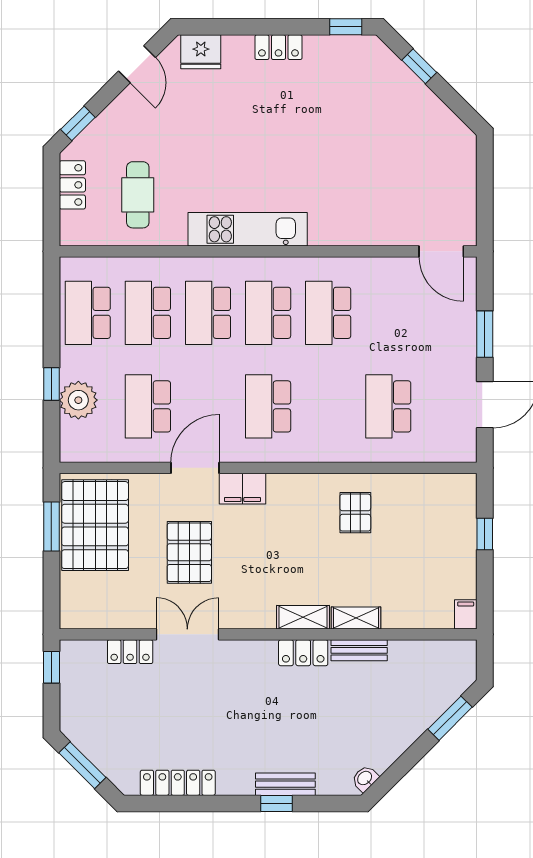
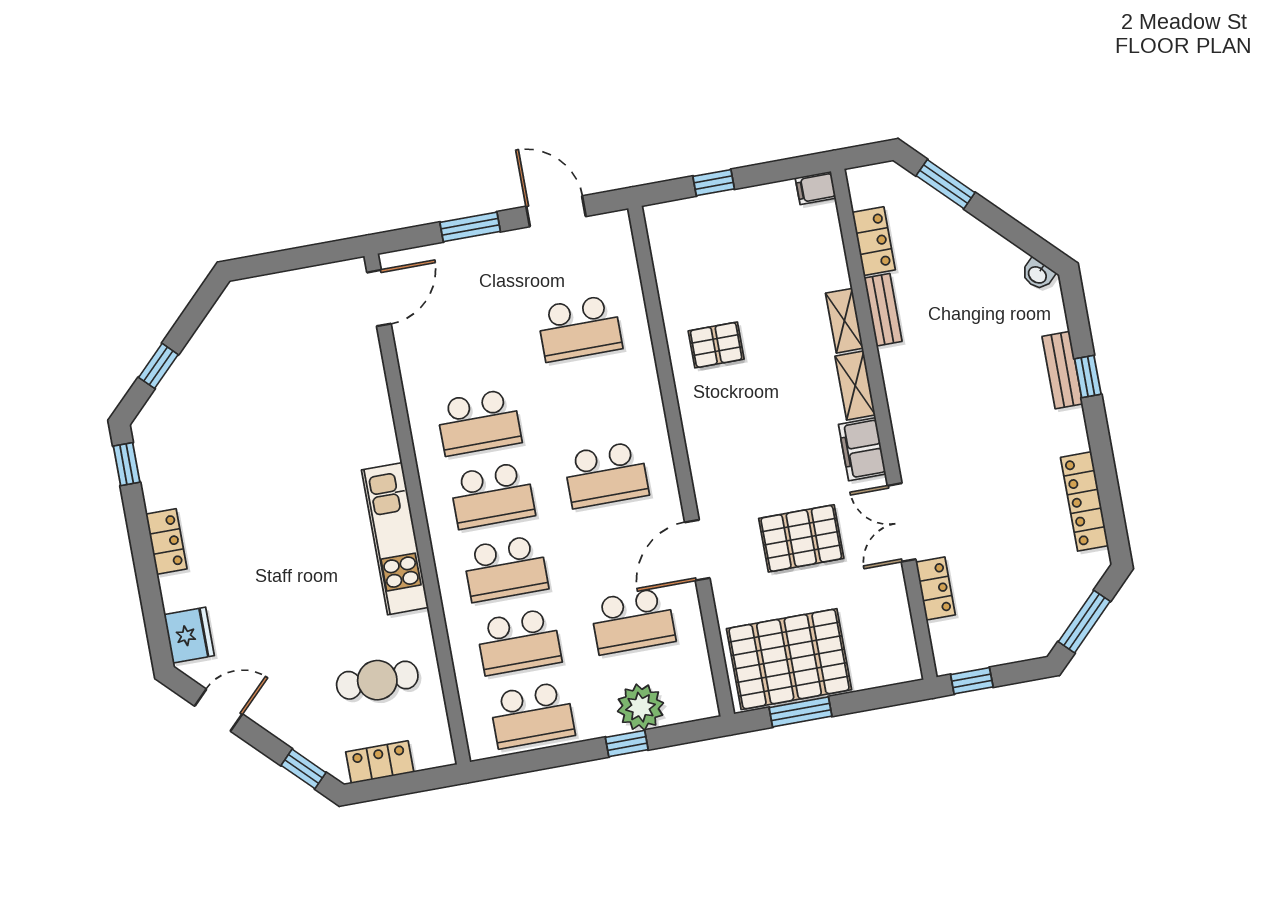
door: (195, 468) -> (697, 550), hinge flipped
filing cabinet: (242, 489) -> (862, 449), moved, turned 180
locker: (303, 653) -> (874, 241), moved

